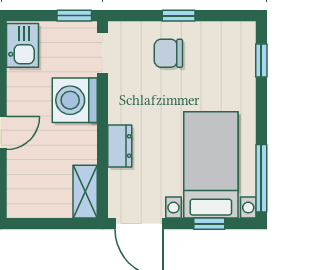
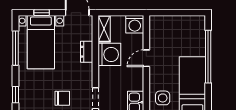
washing machine: (75, 100) -> (109, 54), moved
window: (261, 178) -> (15, 48), moved
washing machine: (24, 201) -> (135, 24), added

